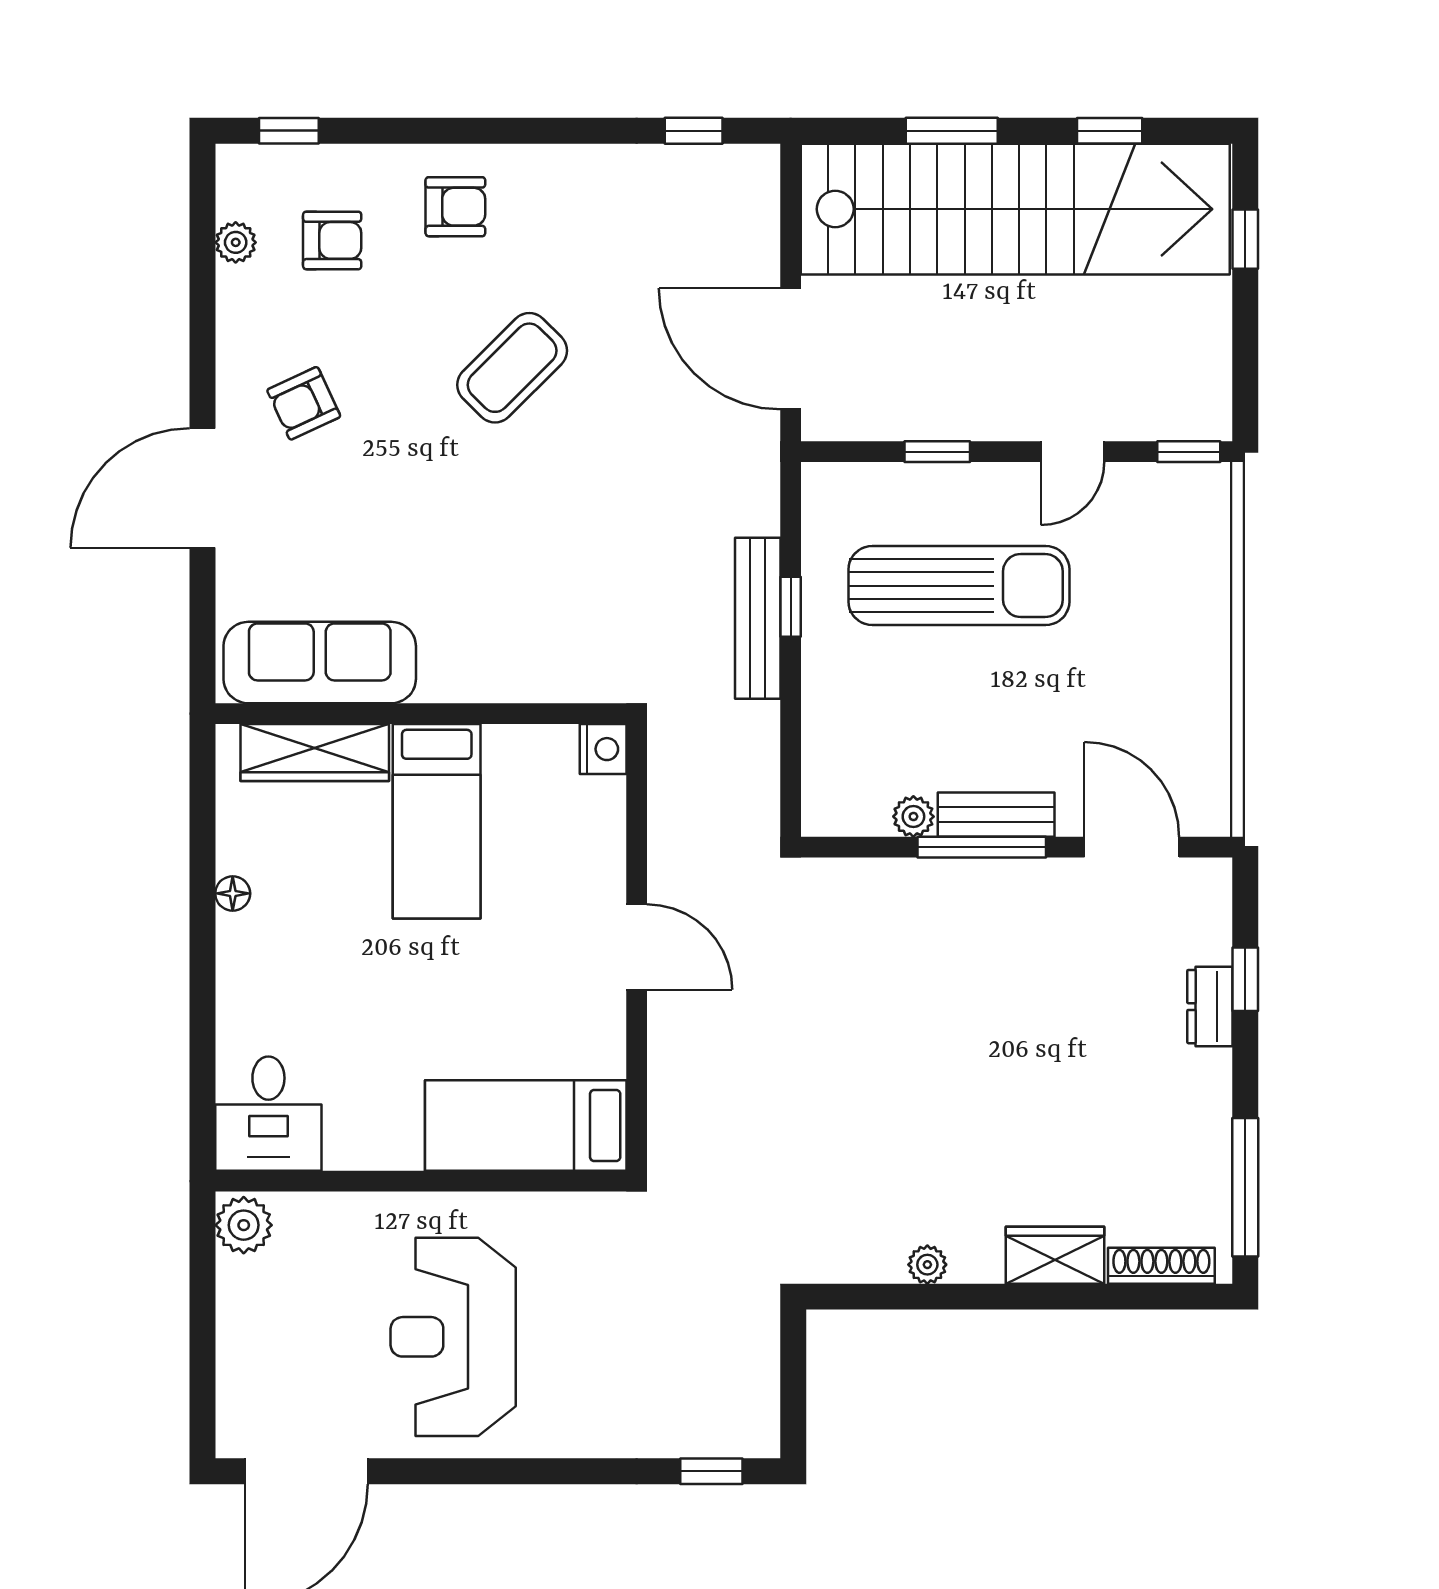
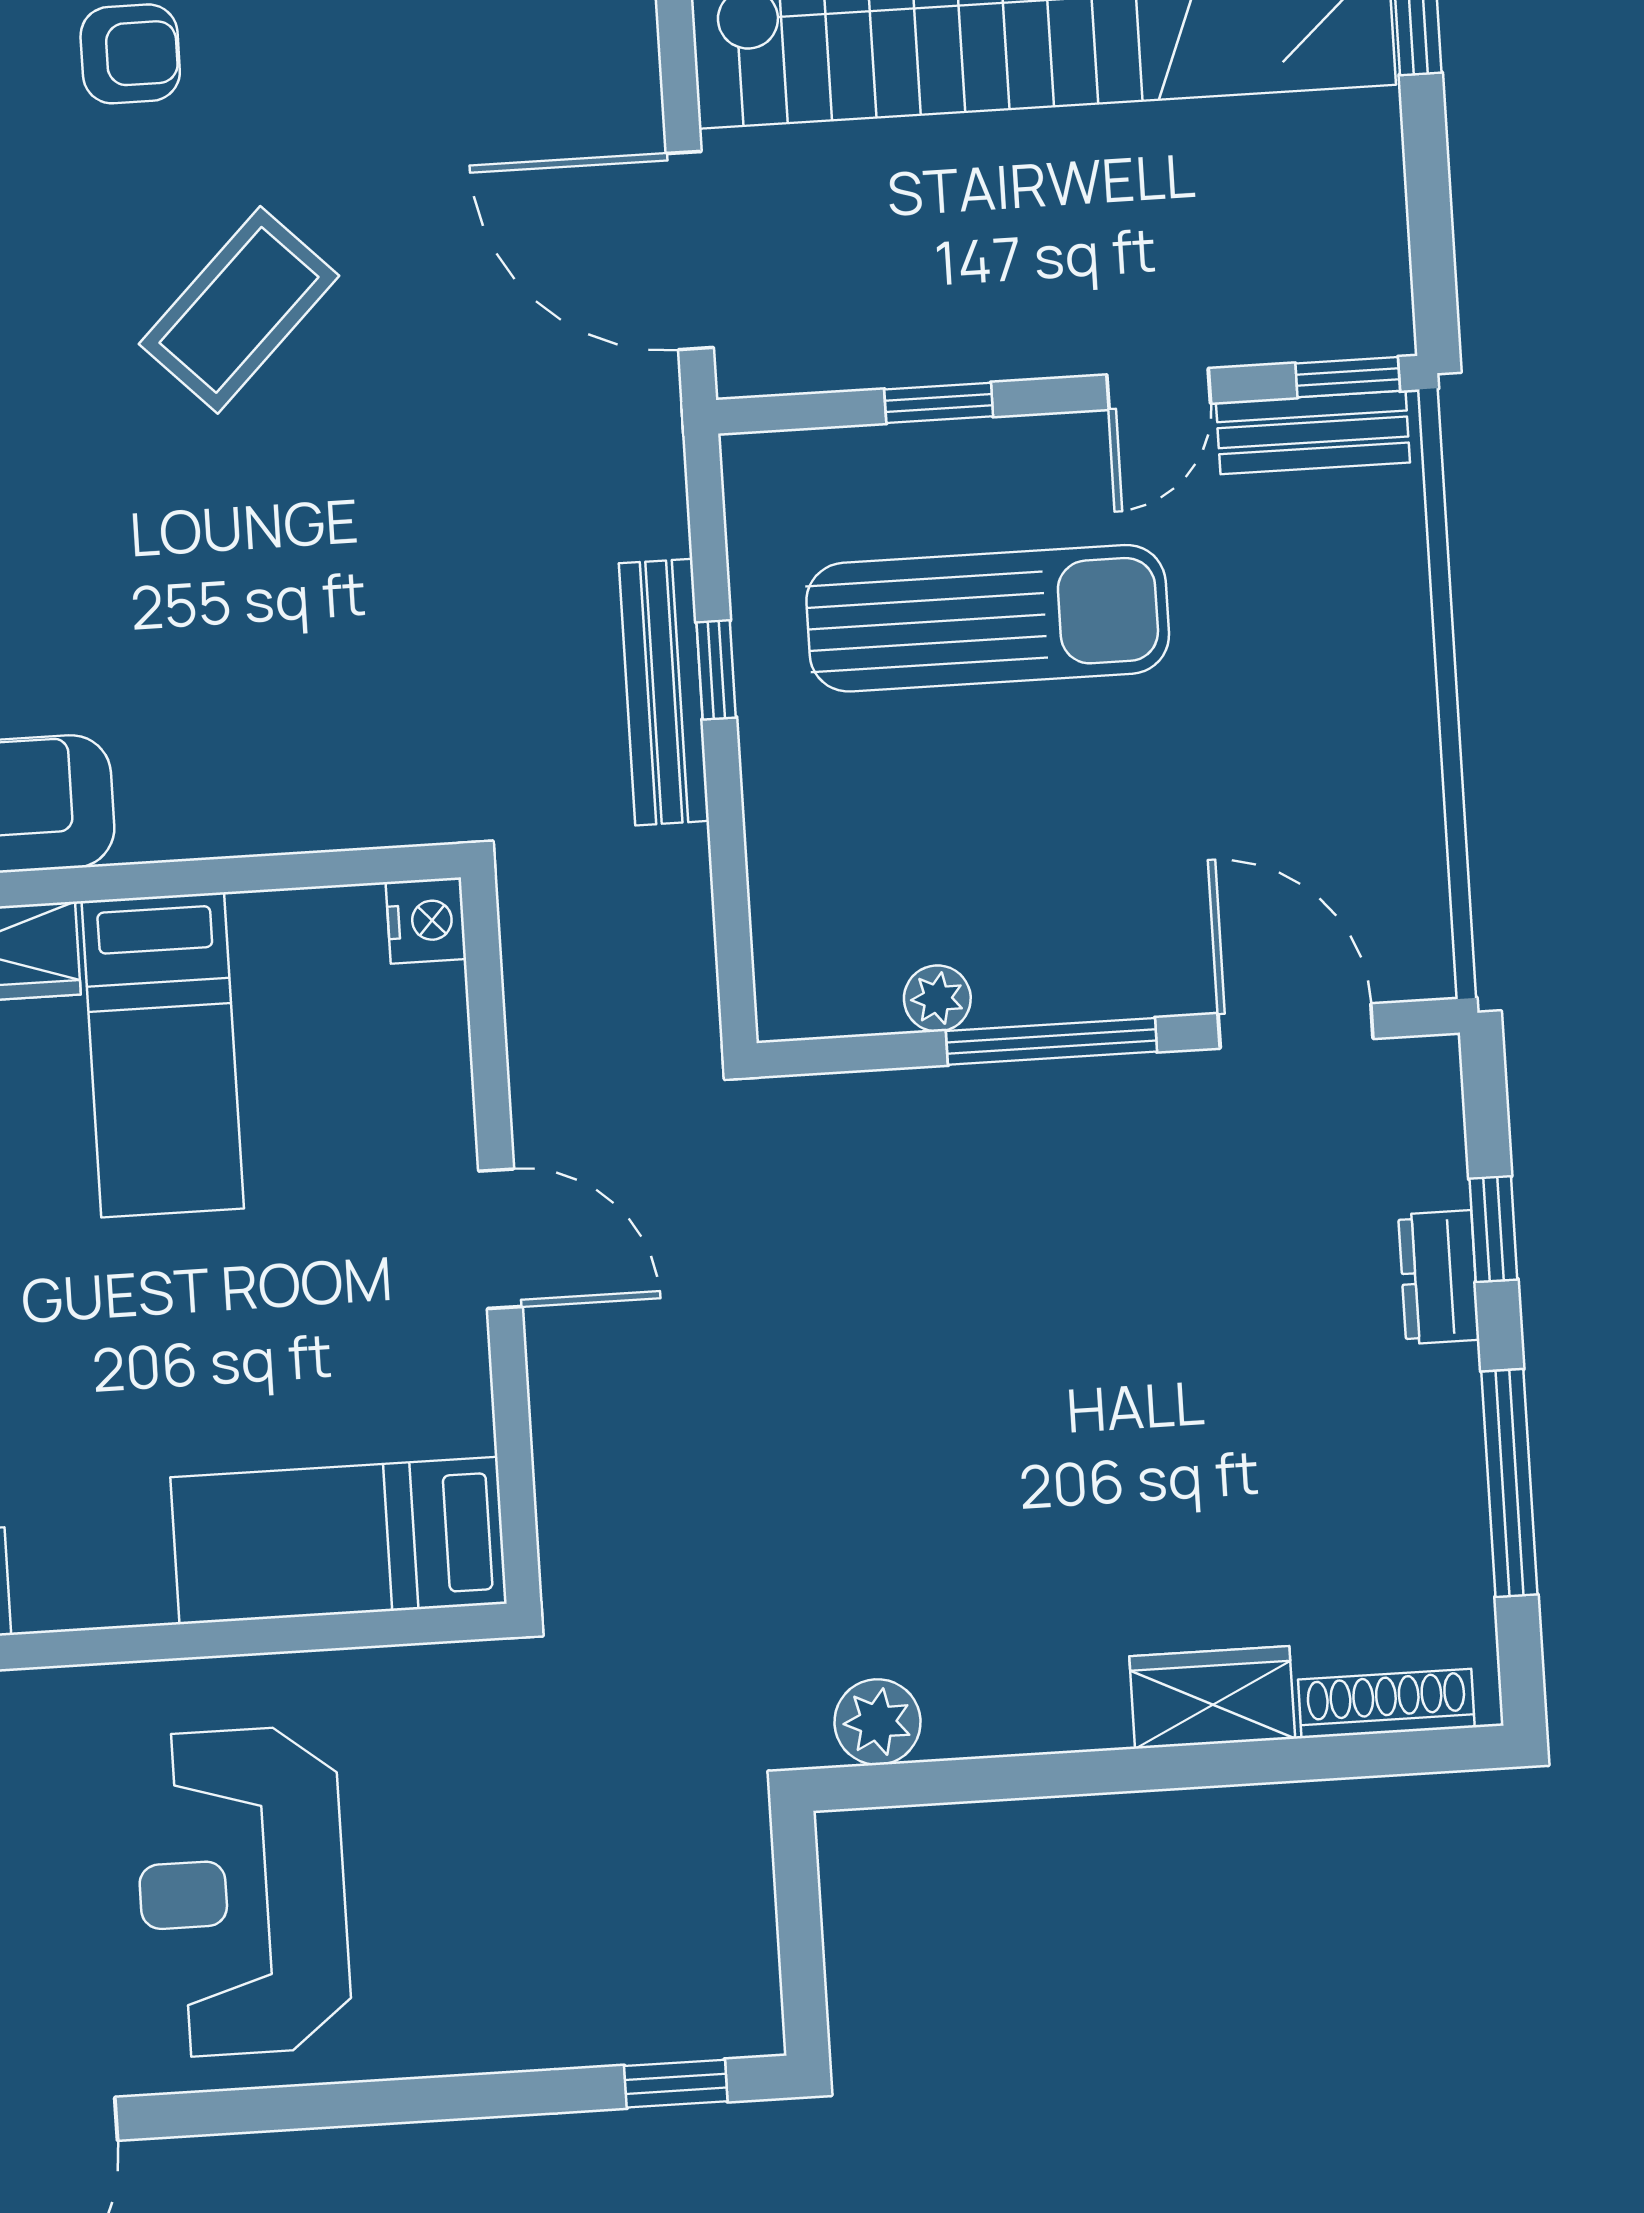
bench: (996, 815) -> (1313, 432), moved
window: (1245, 1187) -> (1509, 1483), moved
plant: (927, 1265) -> (878, 1722), moved, width x1.38, depth x1.38

